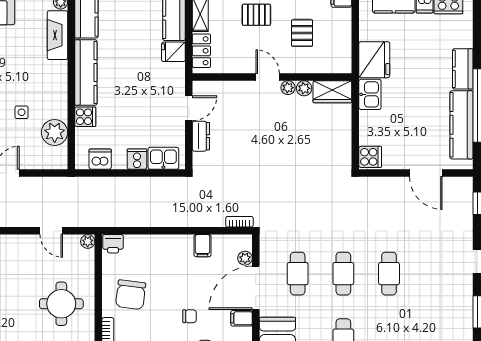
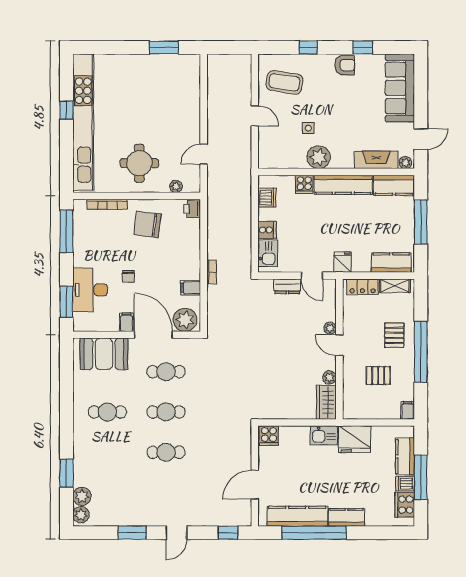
fridge: (173, 52) -> (343, 262), moved
door: (268, 77) -> (339, 345), swing flipped
plant: (288, 88) -> (330, 328), moved
plant: (55, 132) -> (319, 157), moved
bookcase: (239, 222) -> (212, 272), moved
plant: (88, 241) -> (176, 187), moved
plant: (245, 258) -> (185, 320), width x1.88, depth x1.88

